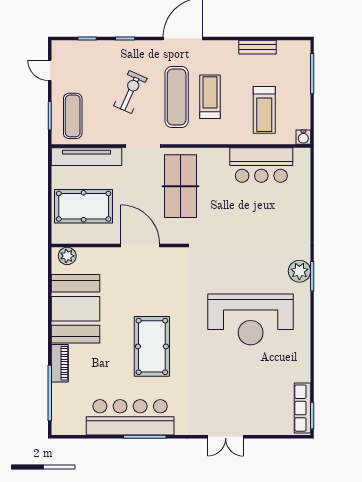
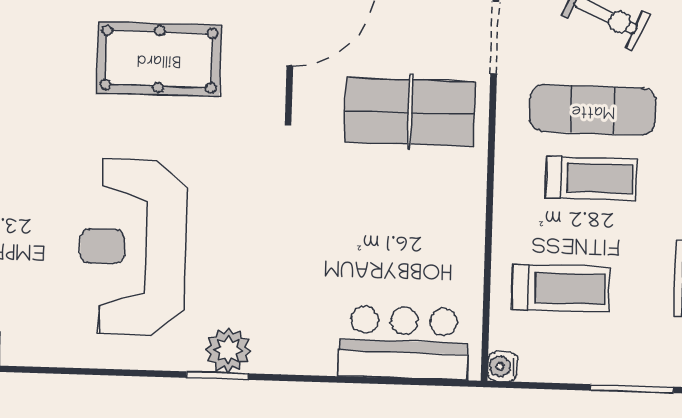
treadmill: (264, 110) -> (561, 288), turned 180
bar counter: (261, 165) -> (404, 343), moved, turned 90
pool table: (152, 346) -> (159, 59), moved

